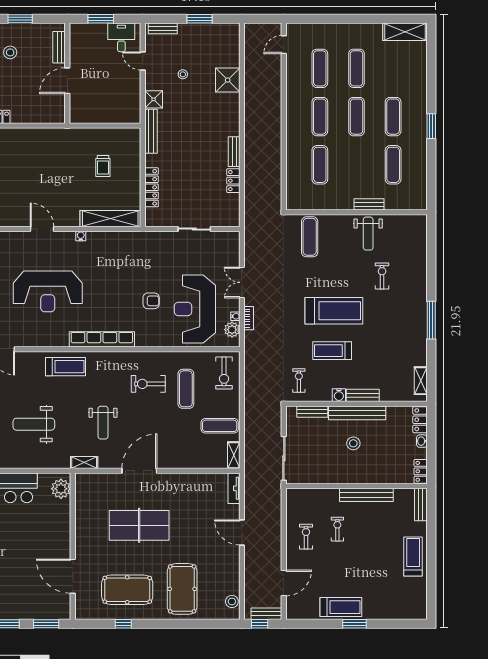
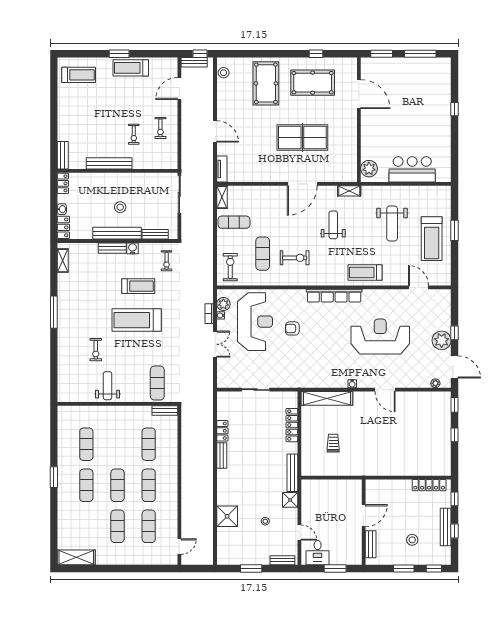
bench: (369, 204) -> (165, 410), moved
weight bench: (34, 424) -> (392, 224), turned 90
treadmill: (413, 557) -> (79, 75), moved, turned -90

